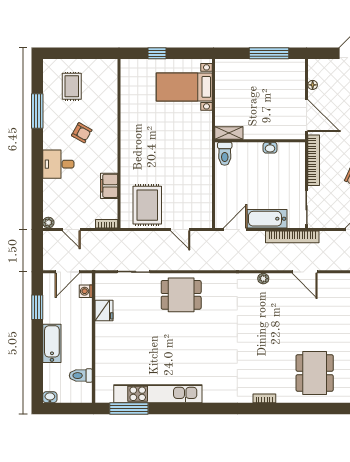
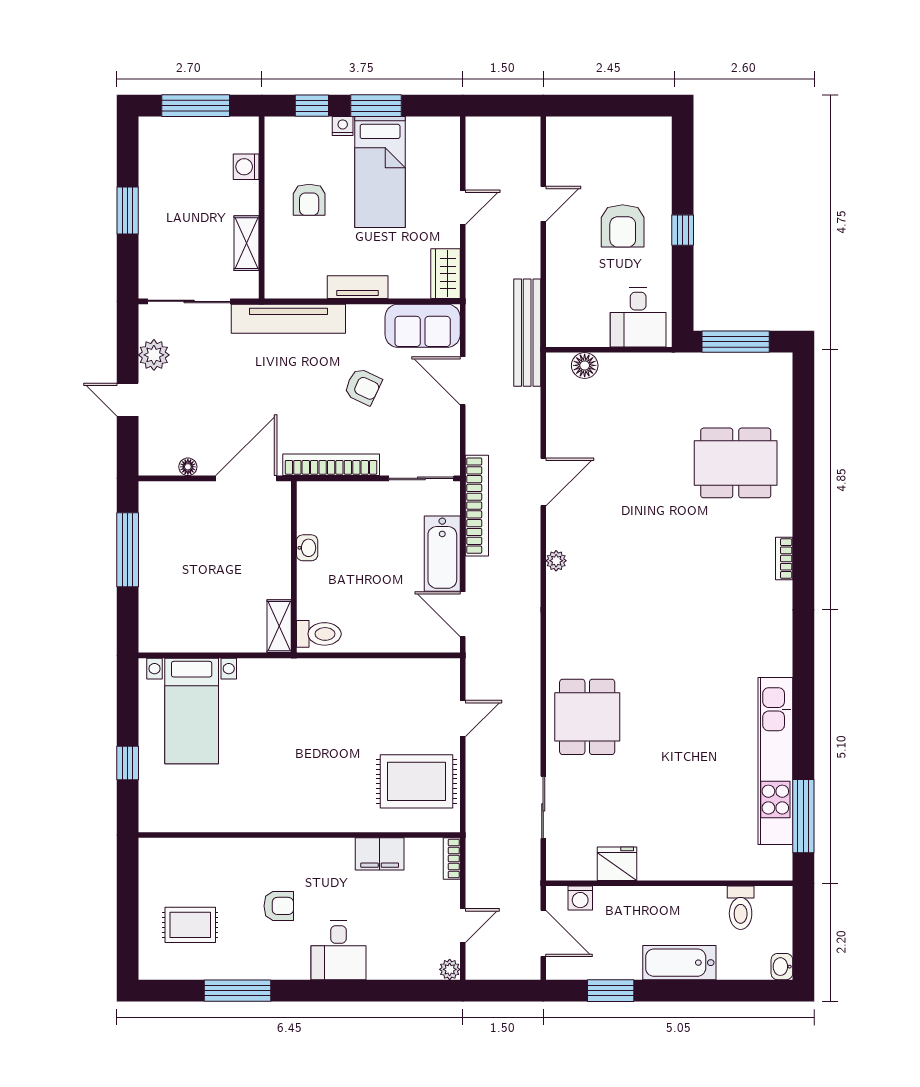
armchair: (82, 133) -> (279, 906), turned 61

